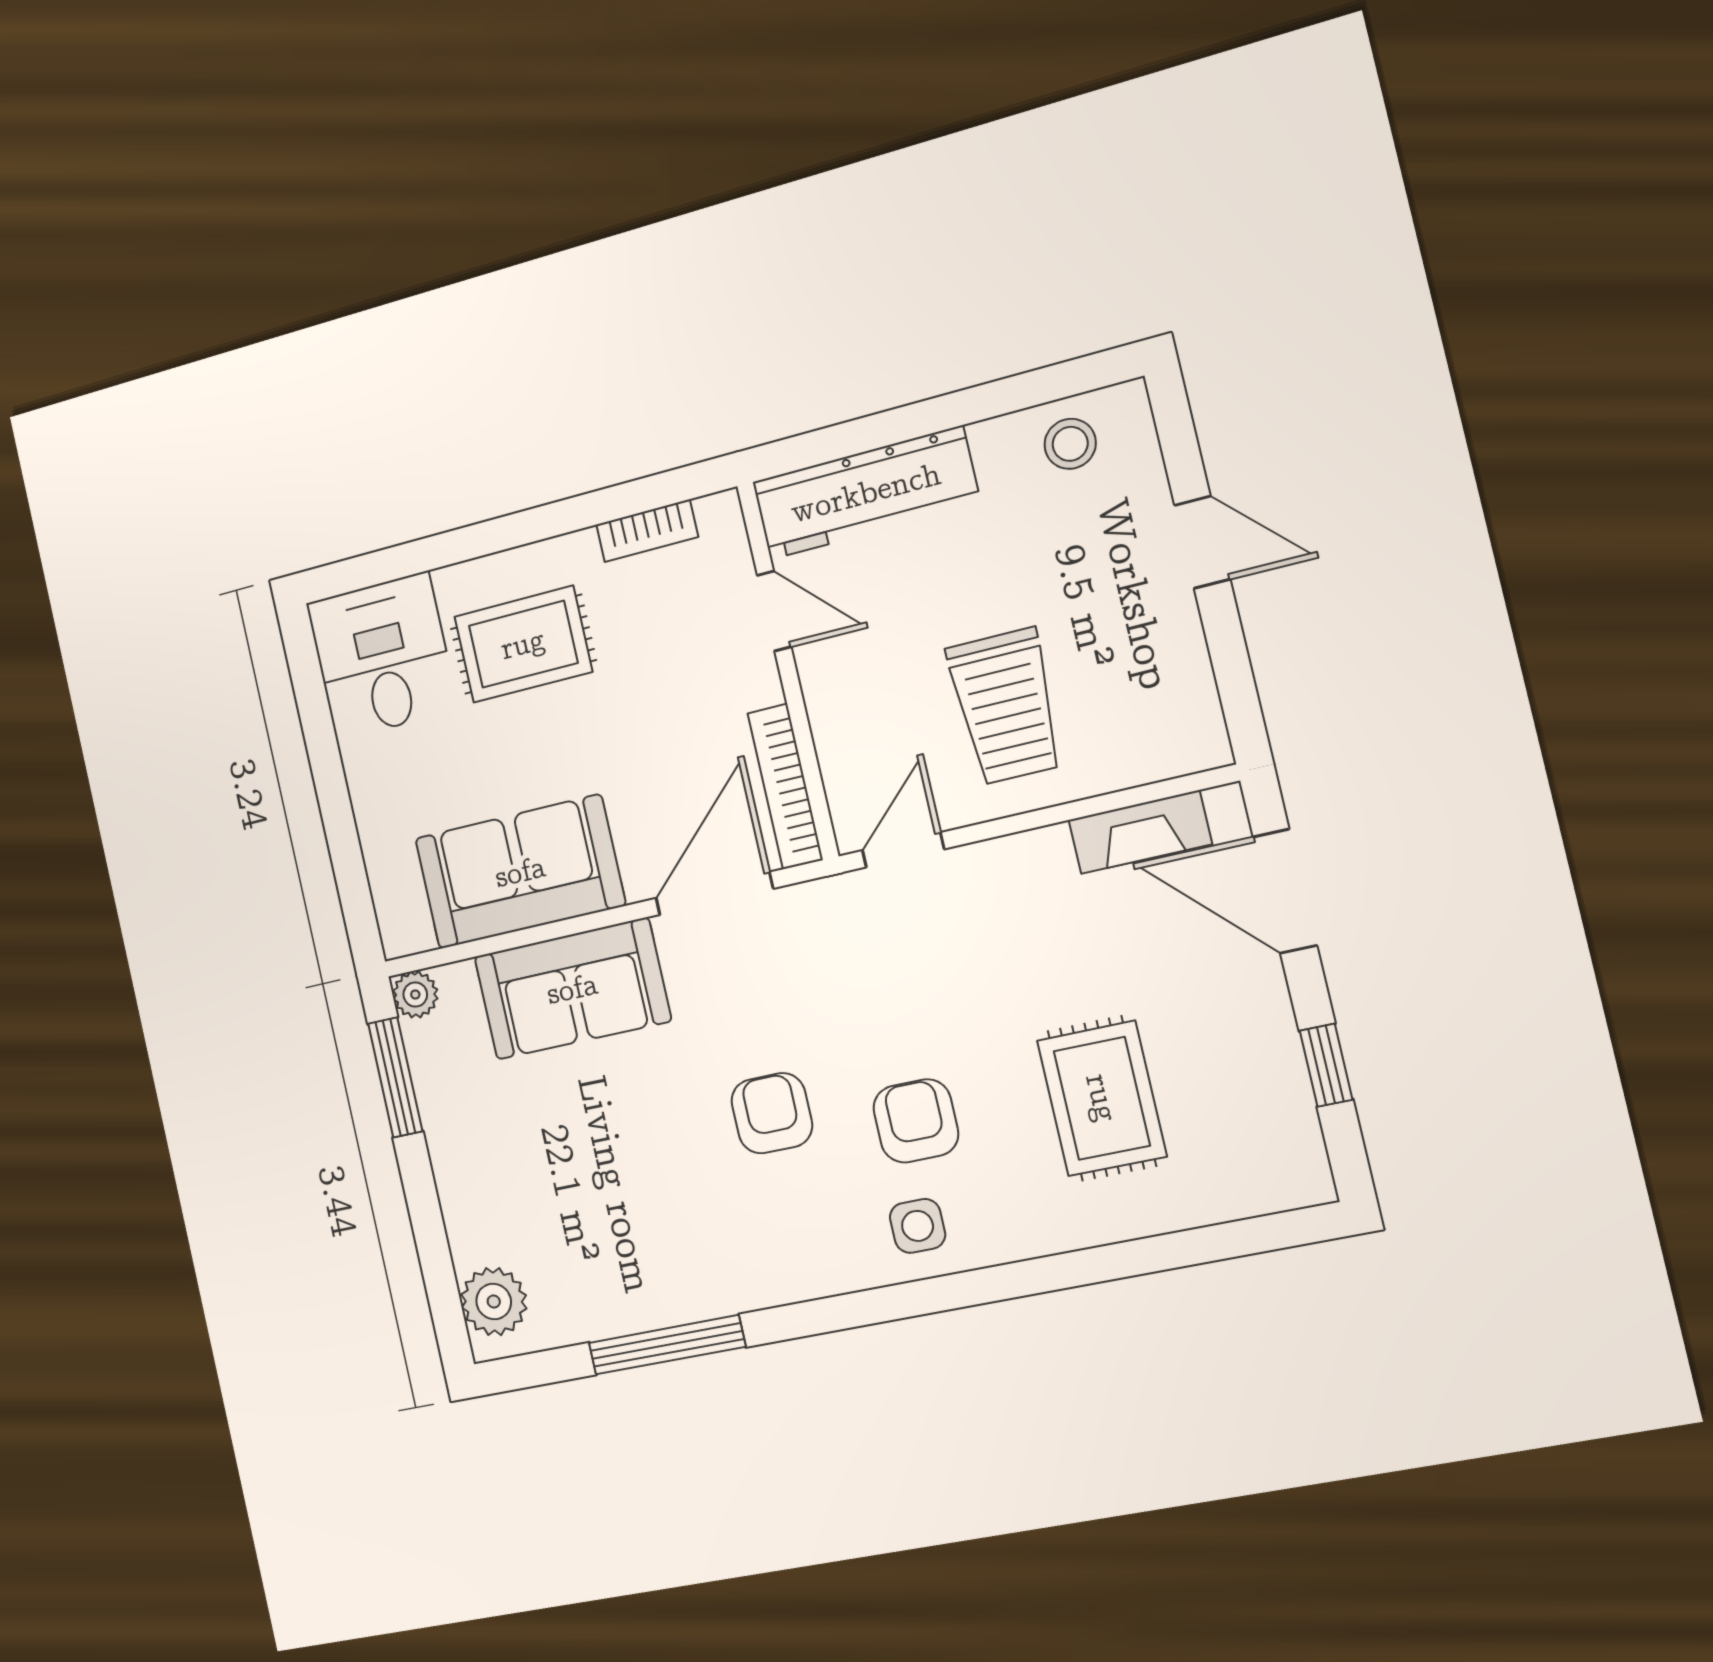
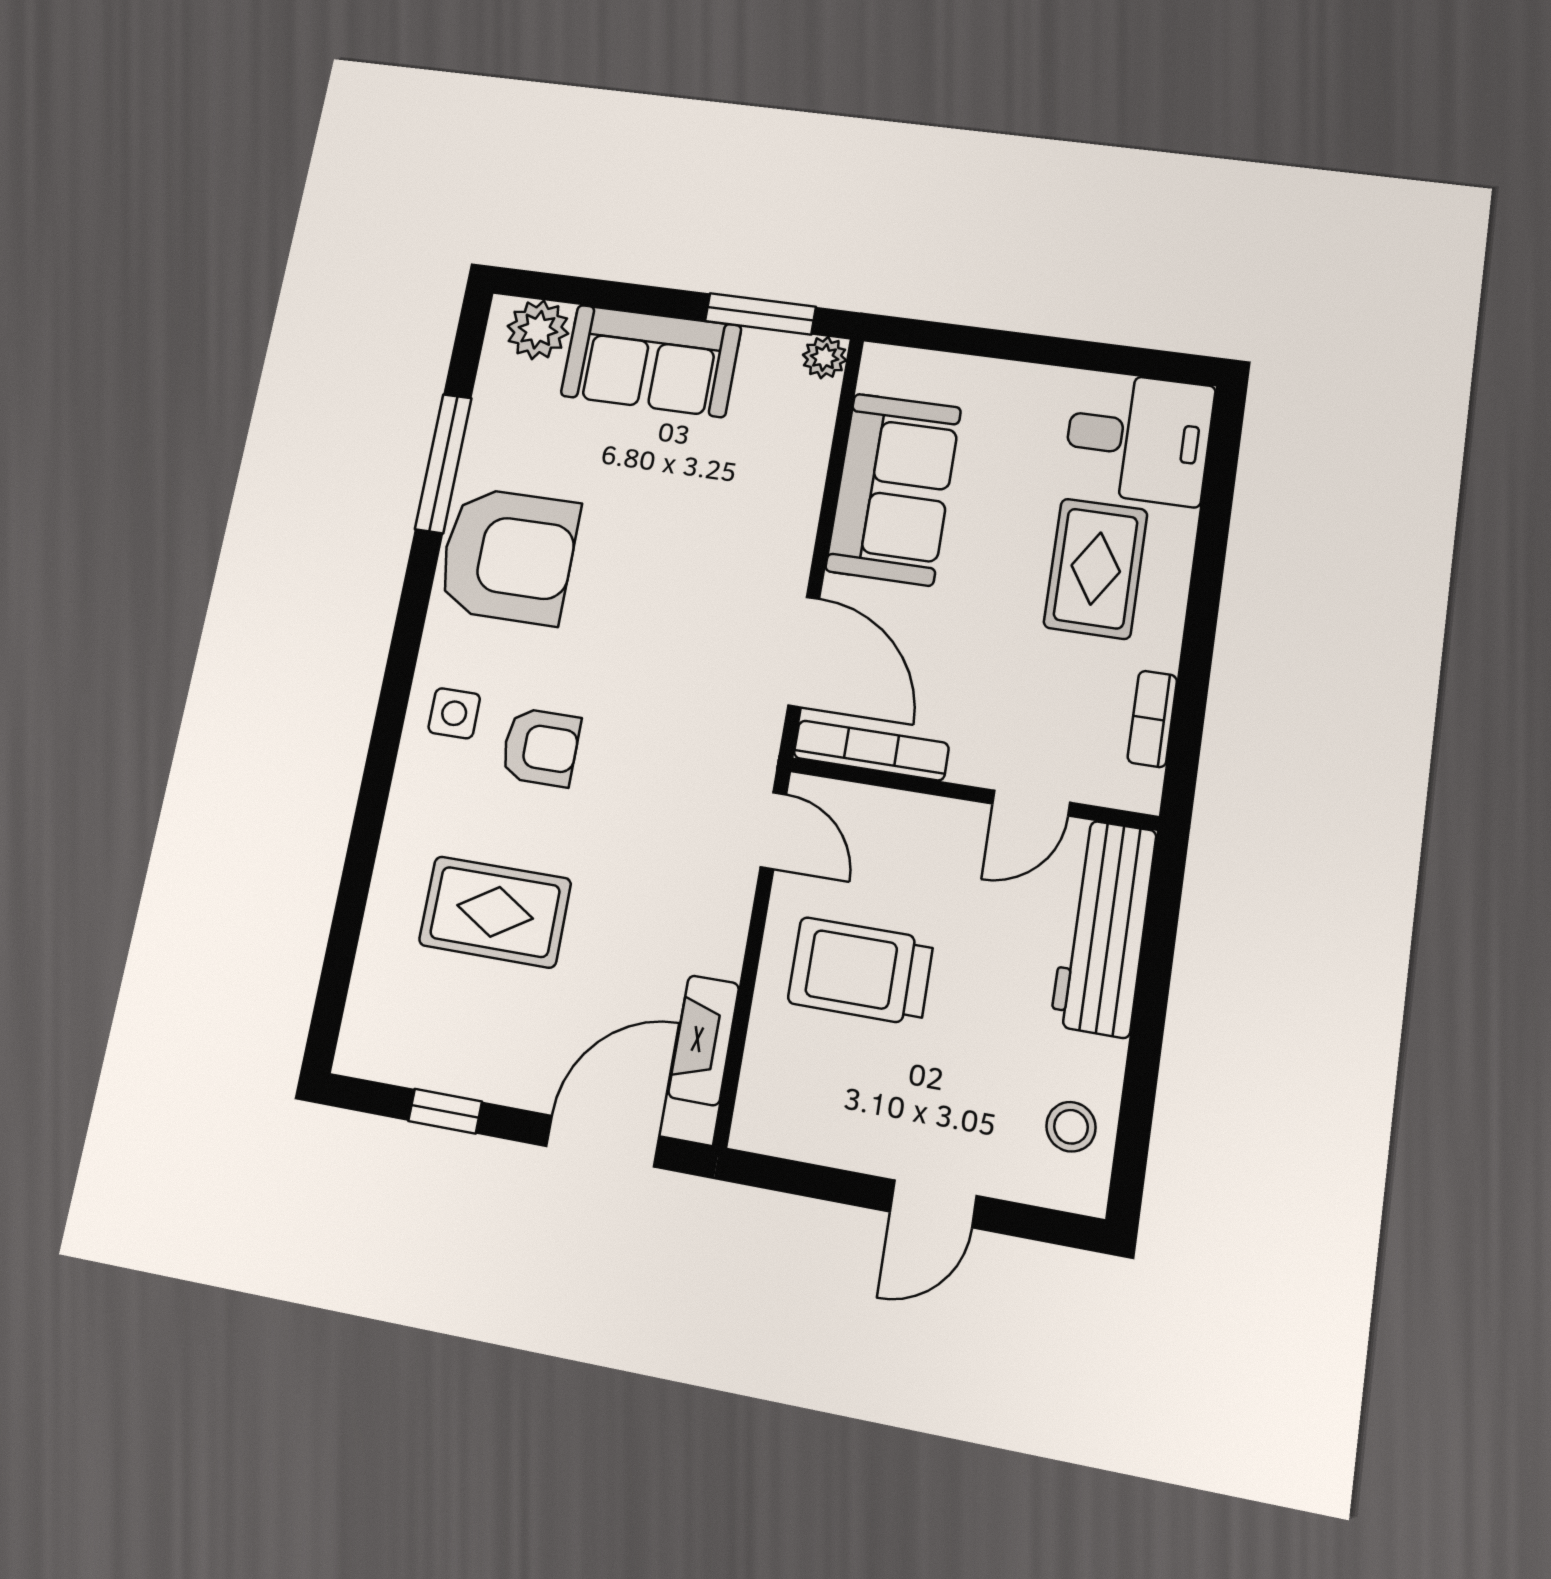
sofa: (572, 989) -> (651, 361), moved, turned -90
armchair: (772, 1113) -> (508, 556), moved, width x1.88, depth x1.88

